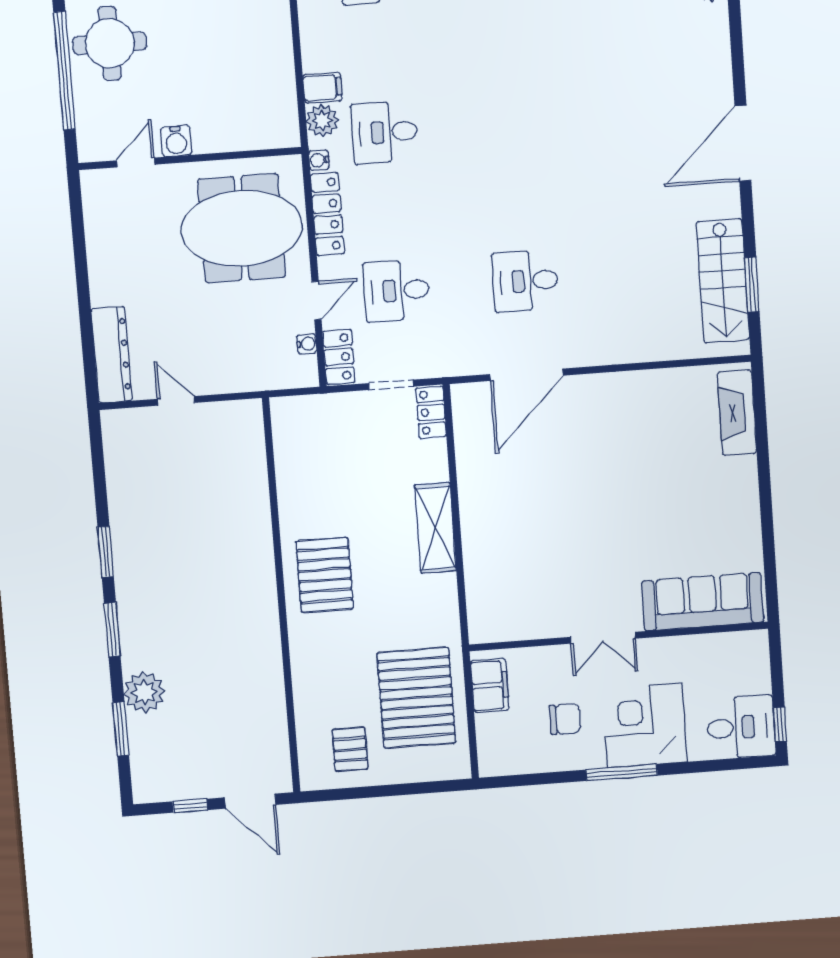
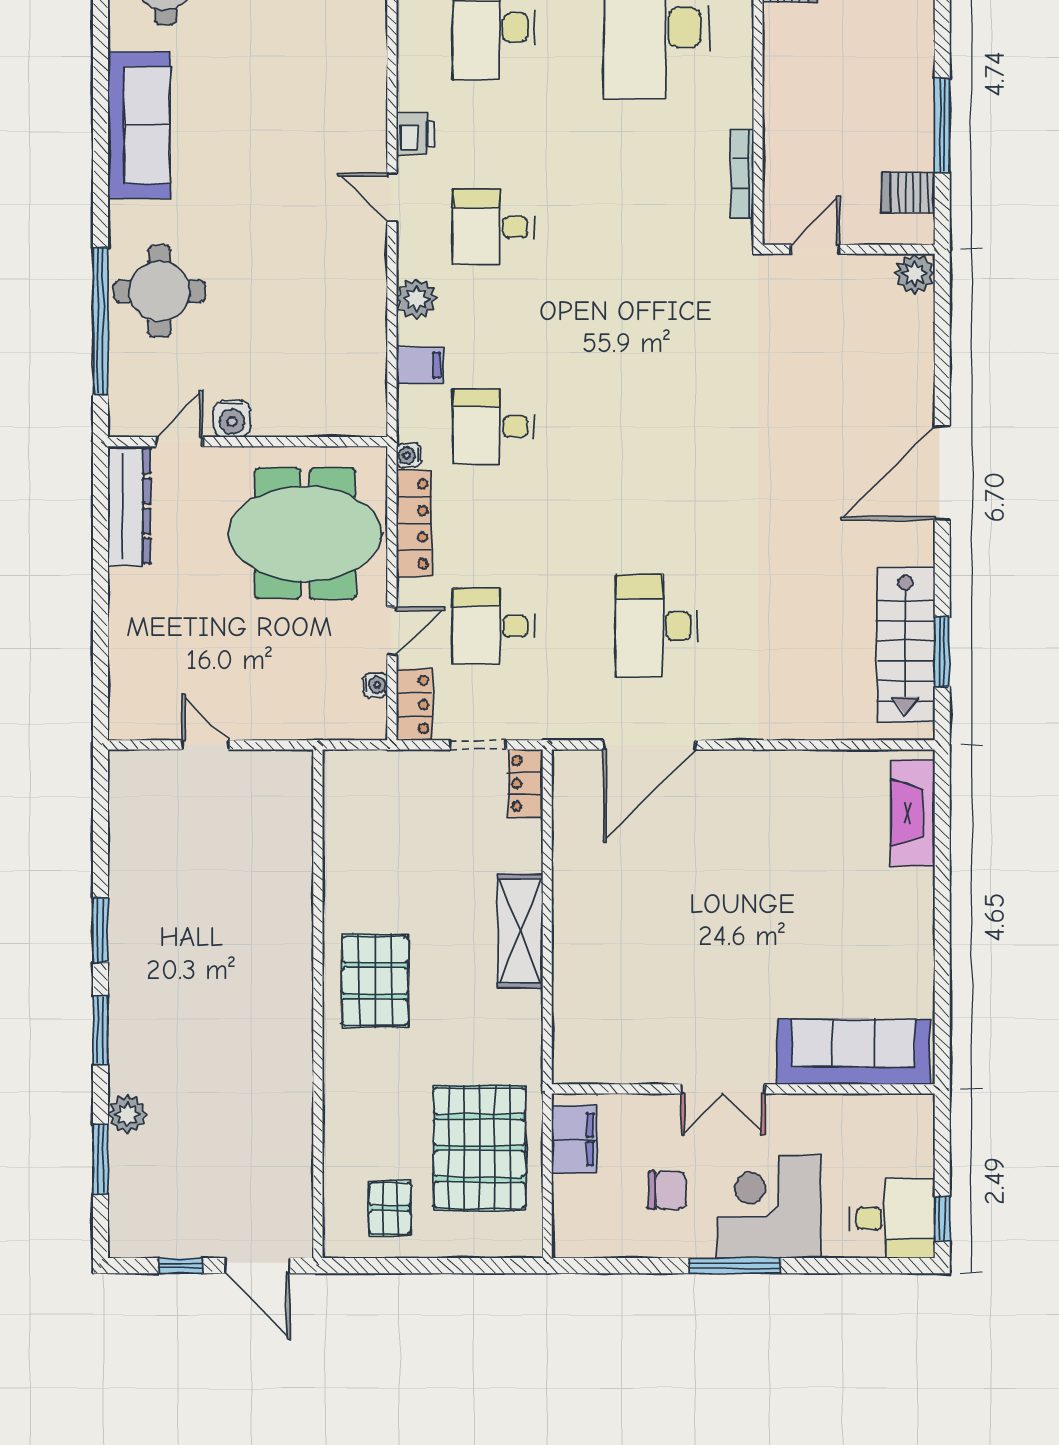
plant: (322, 121) -> (417, 299), moved
desk: (525, 281) -> (656, 626), width x1.37
dresser: (112, 355) -> (129, 506), moved
plant: (144, 692) -> (127, 1114), width x0.73, depth x0.73

